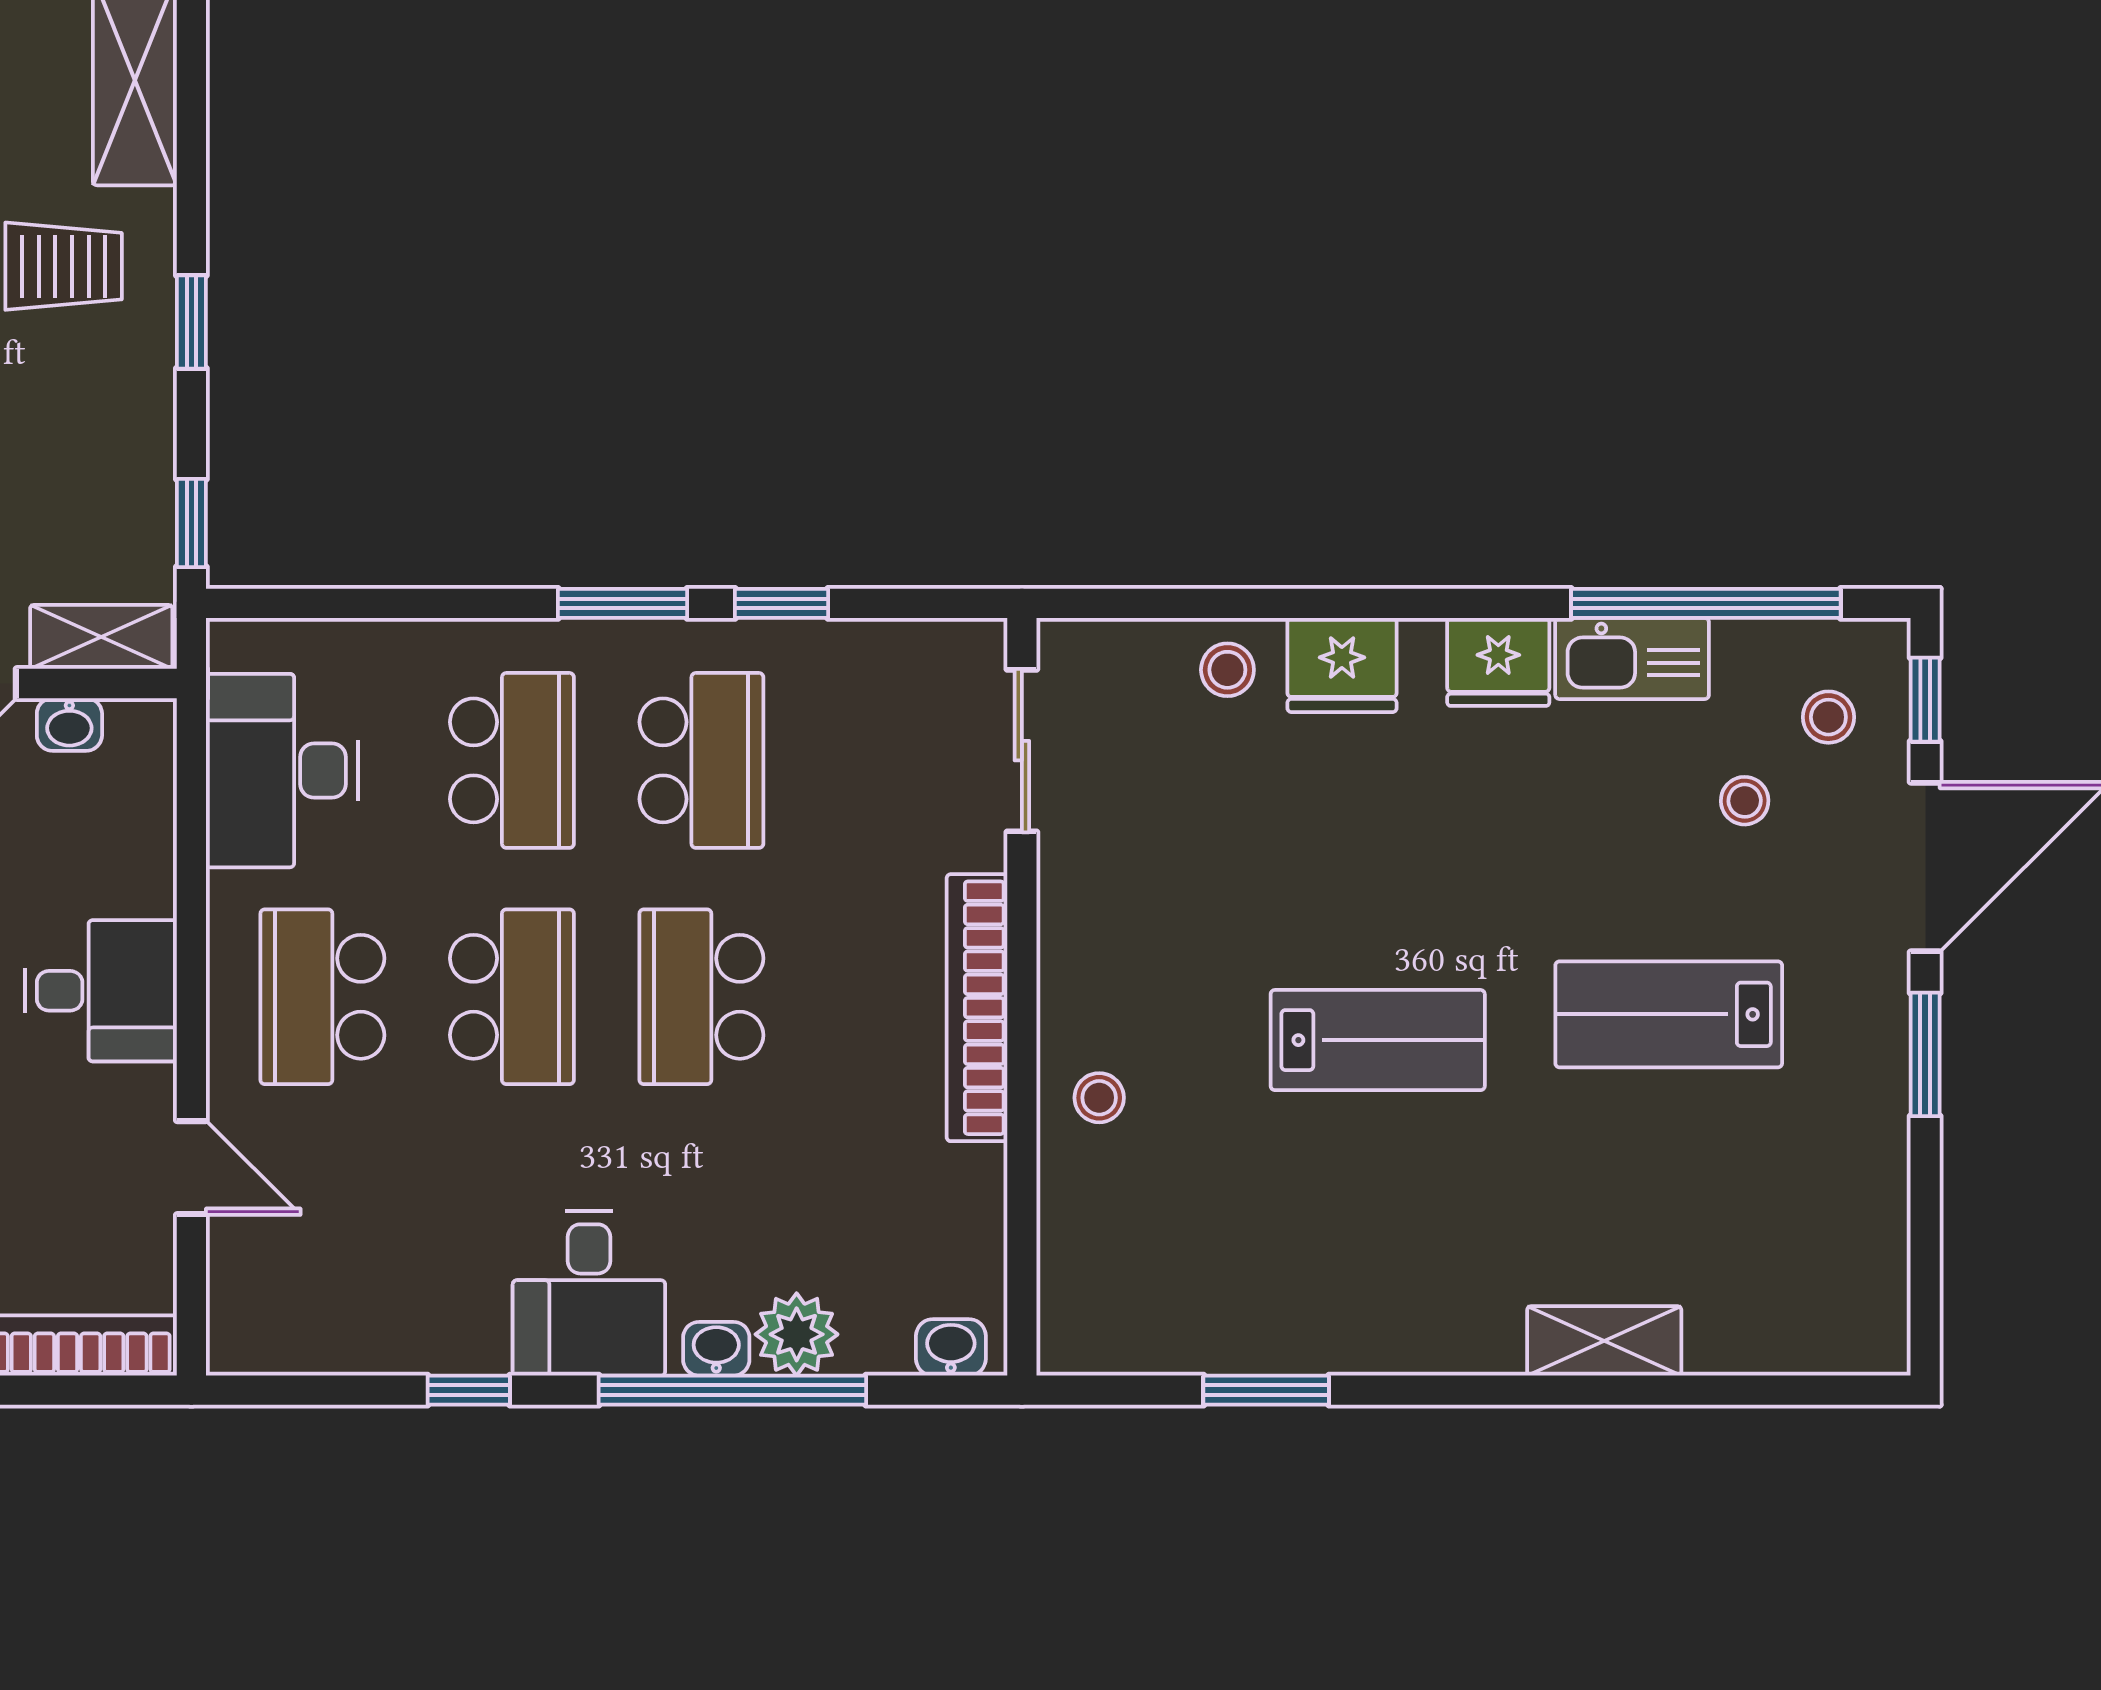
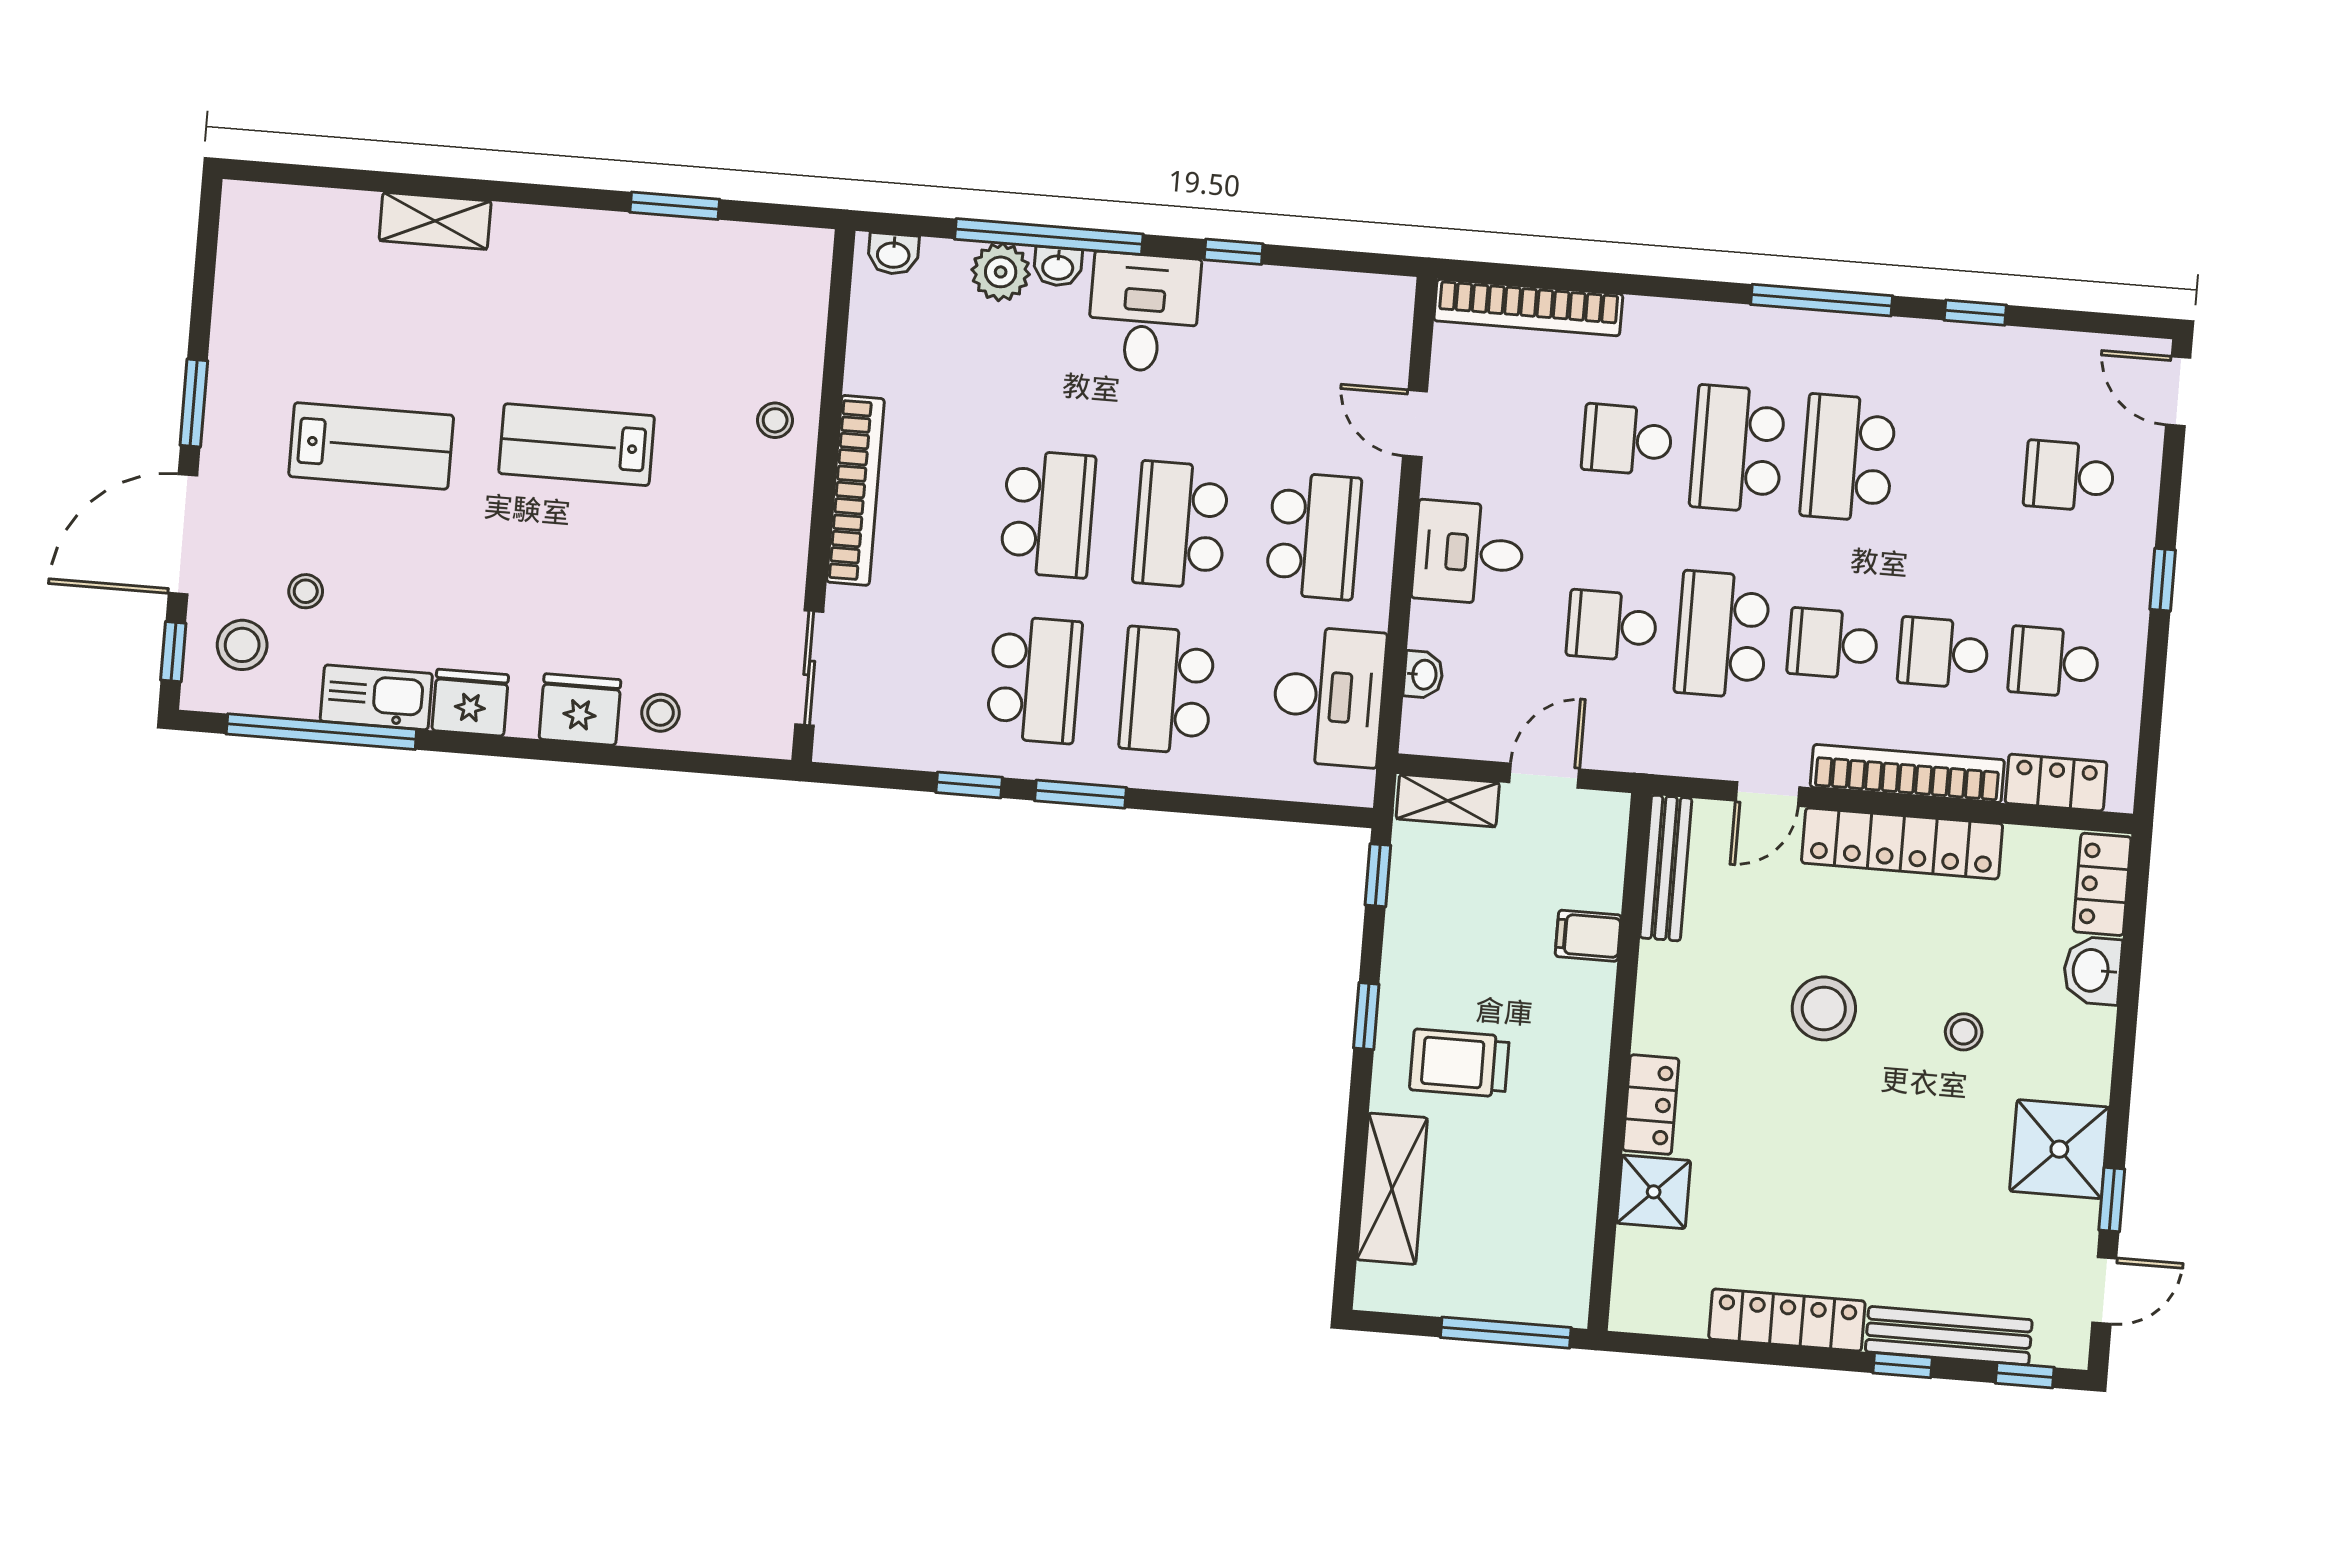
stool: (1828, 717) -> (242, 645), width x1.37, depth x1.37
washbasin: (69, 724) -> (1423, 675), moved, turned 90
school desk: (701, 760) -> (1034, 680), turned 180

